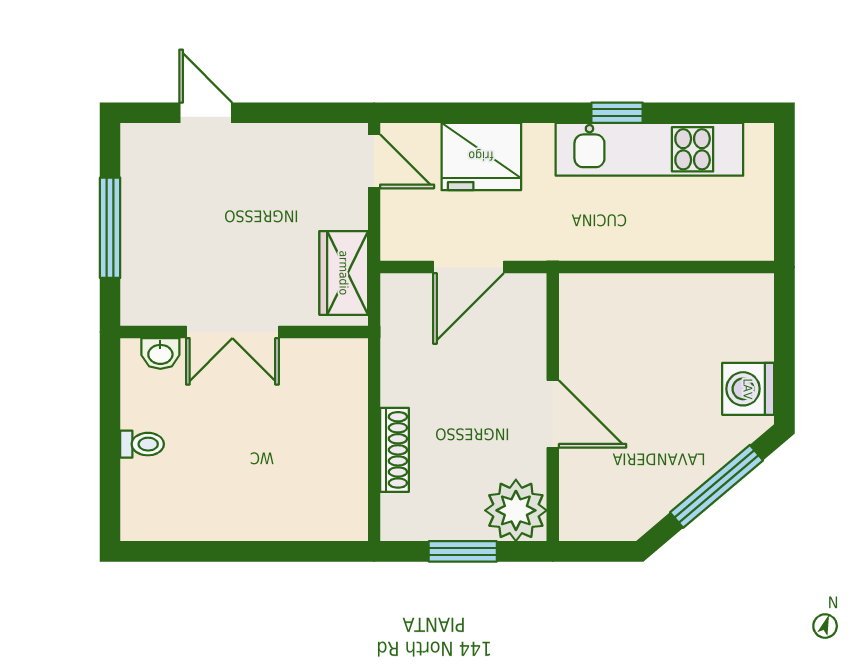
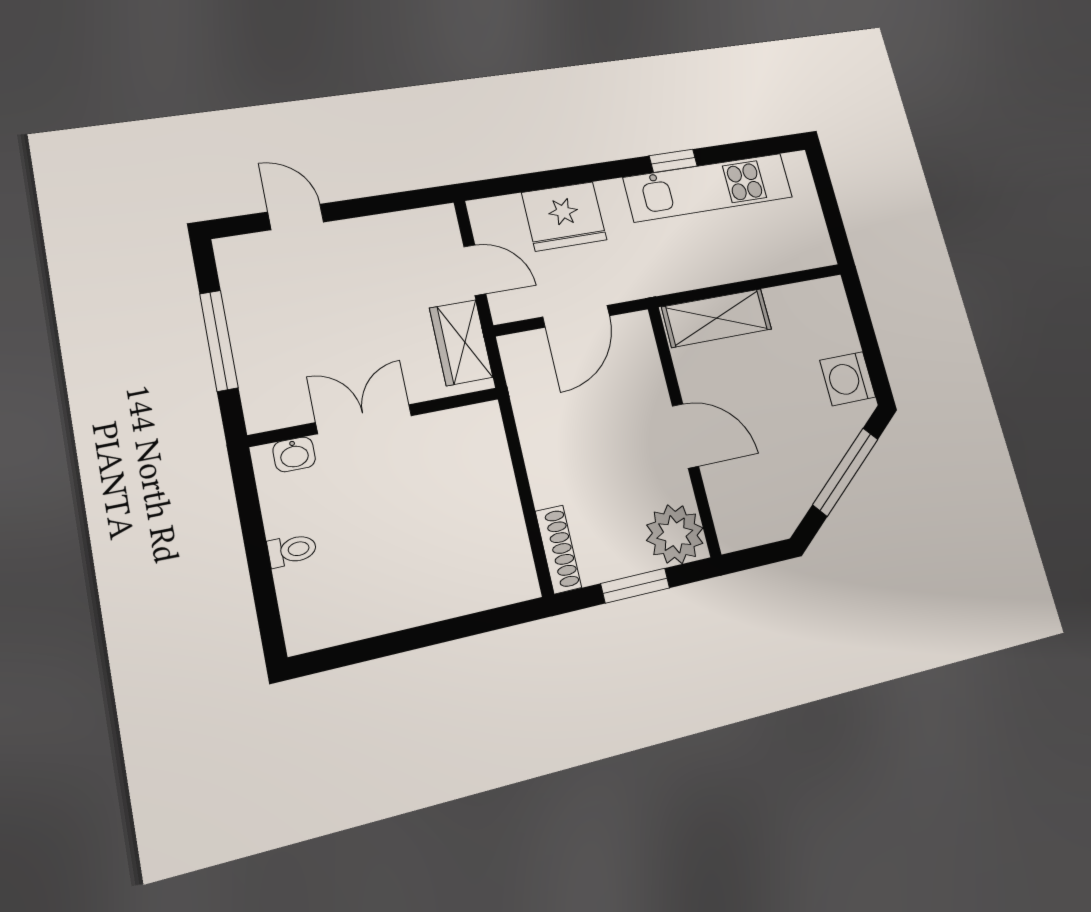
door: (374, 161) -> (475, 270), moved
shelving: (620, 296) -> (717, 318), added
double door: (232, 332) -> (364, 419), swing flipped
shoe rack: (395, 450) -> (558, 549), moved

